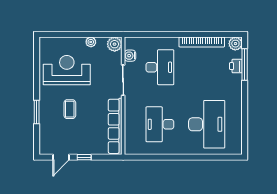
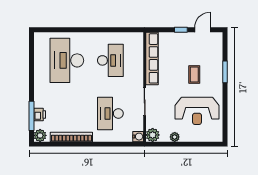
water cooler: (130, 56) -> (138, 137), moved

